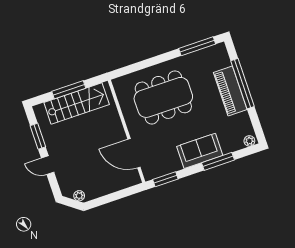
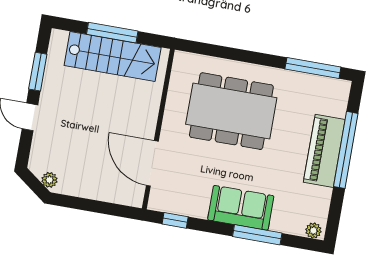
window: (165, 179) -> (175, 220), width x0.67

